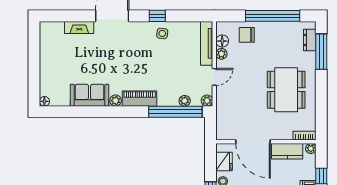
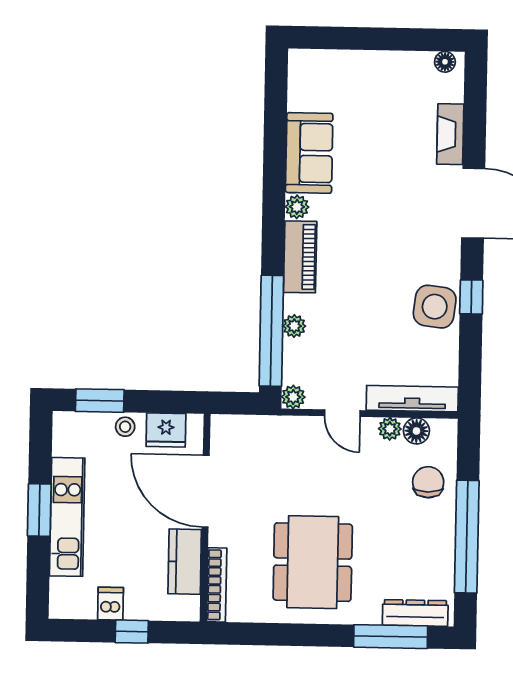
side table: (162, 33) -> (435, 307), width x1.87, depth x1.87
dresser: (310, 40) -> (415, 613), width x1.44
dining table: (286, 90) -> (313, 562), turned 90
floor lamp: (44, 101) -> (445, 62), moved
plant: (185, 101) -> (294, 326), moved
bookcase: (304, 136) -> (217, 585), width x1.56
door: (253, 142) -> (206, 491), hinge flipped
plant: (311, 149) -> (189, 611), removed

